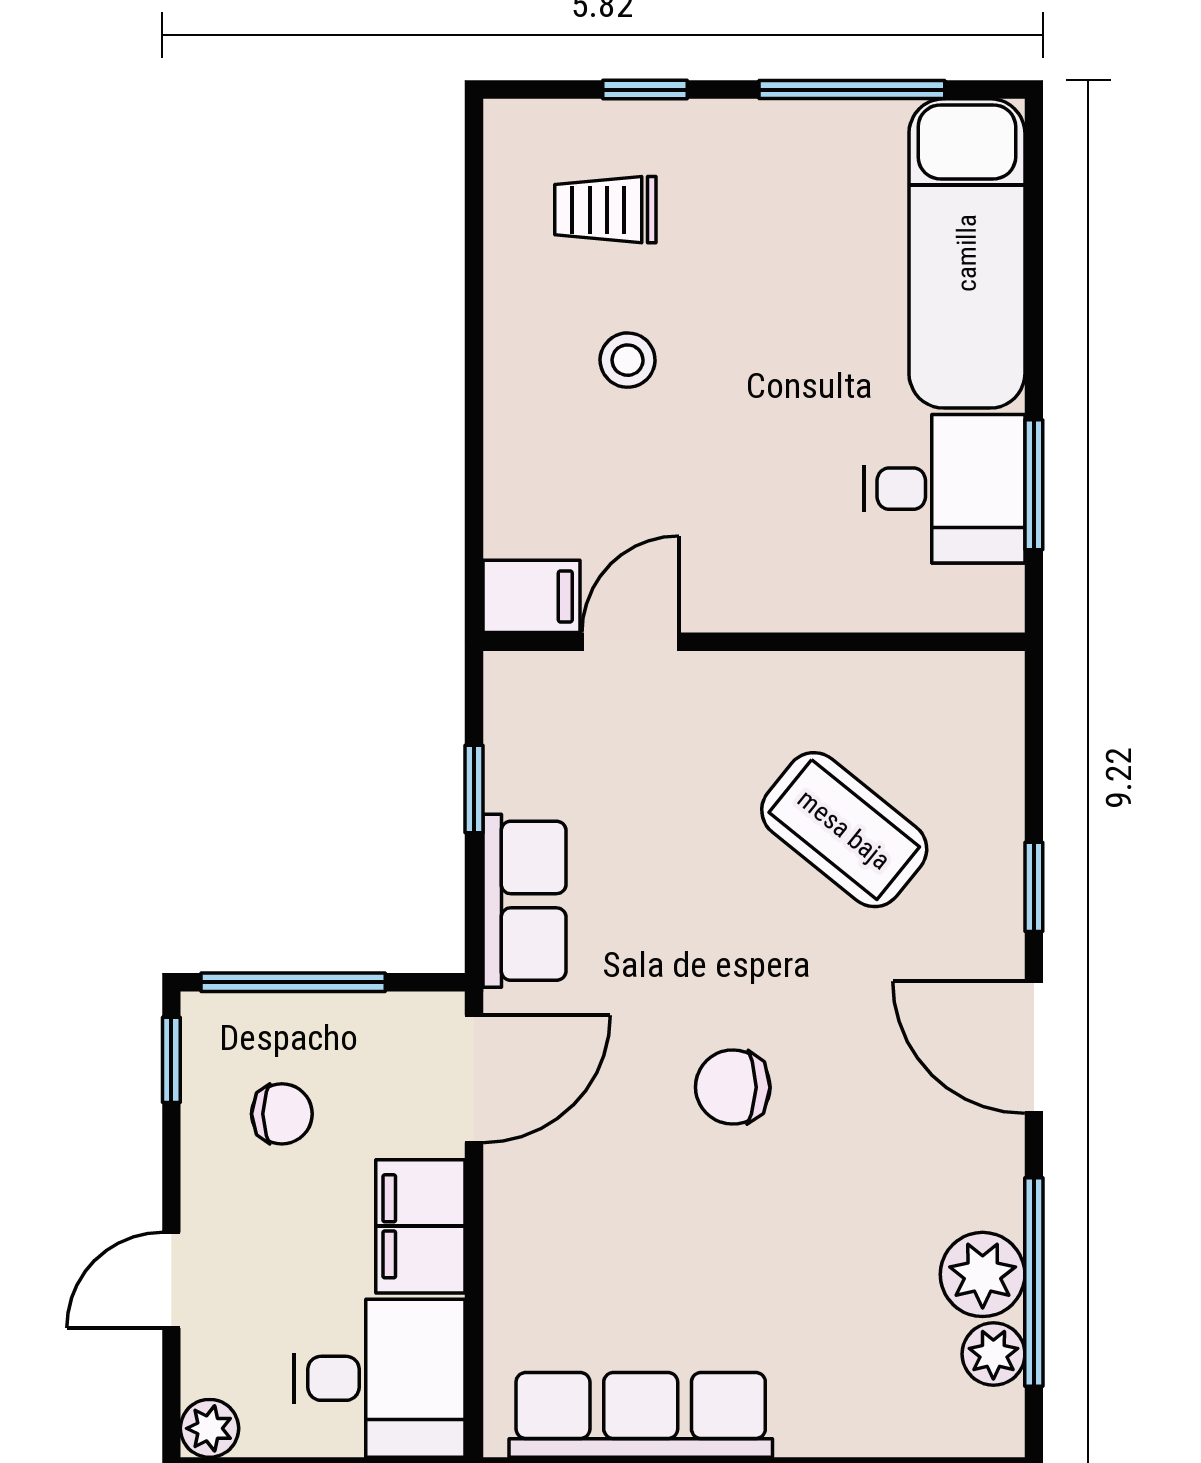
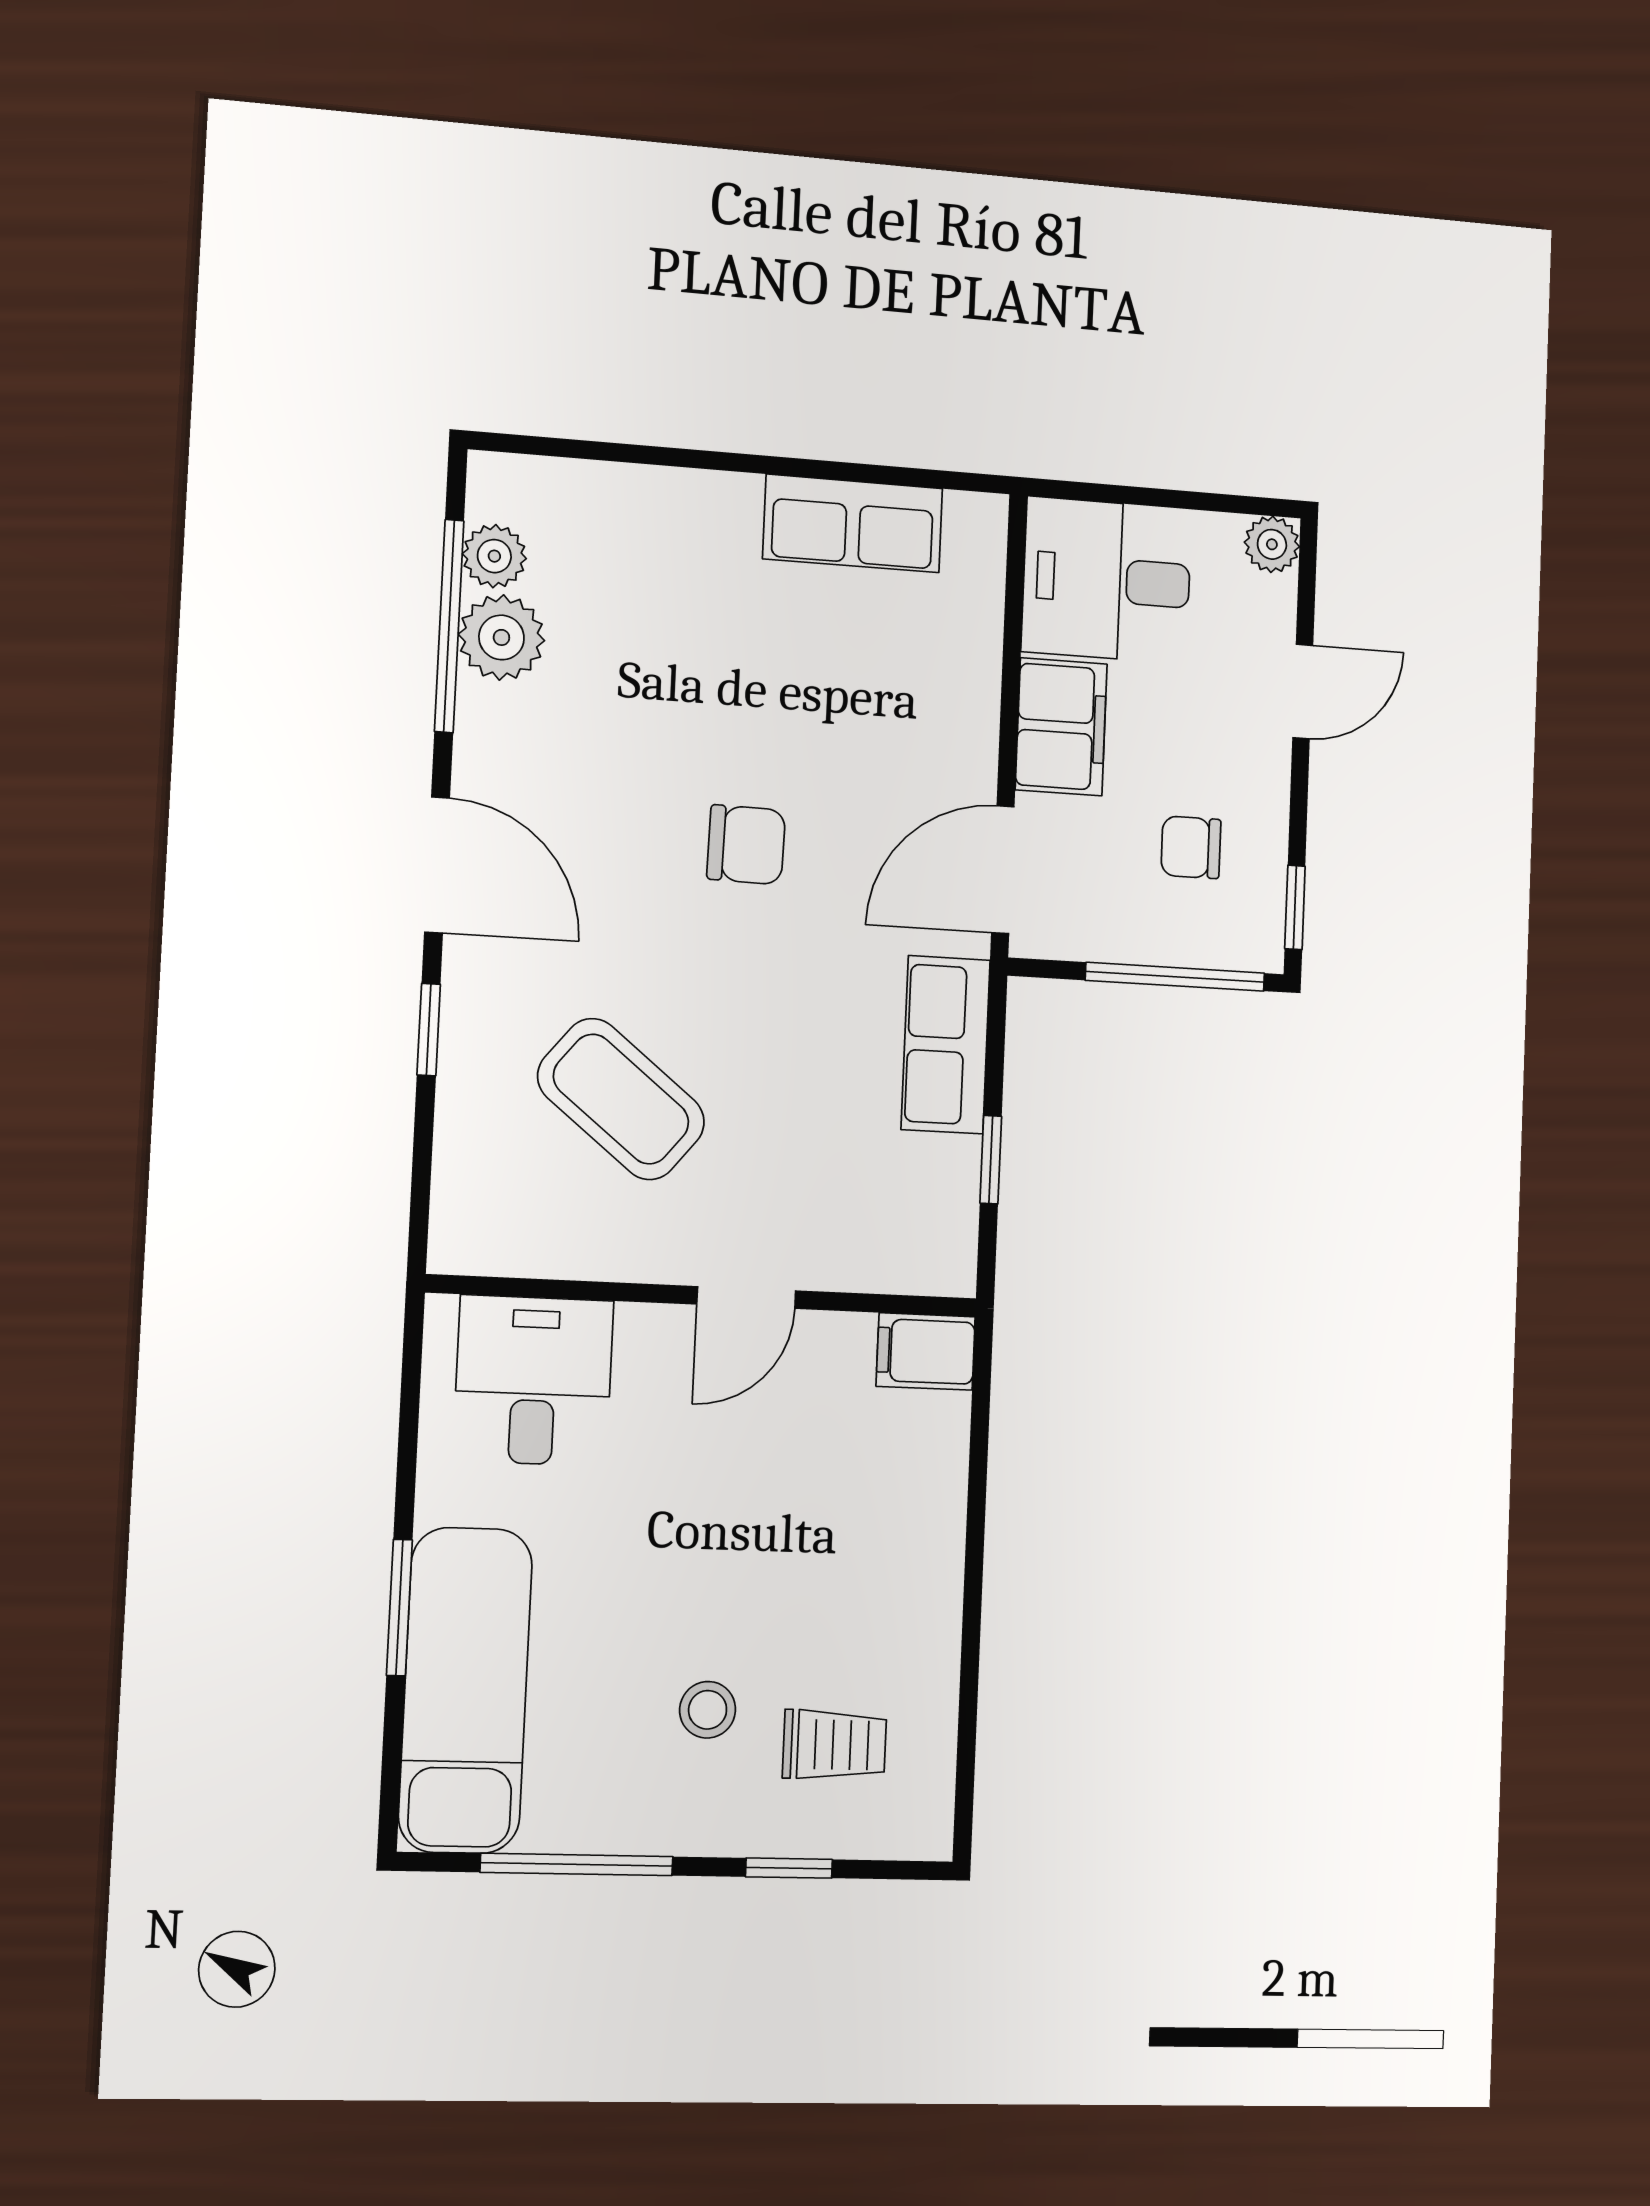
stool: (628, 360) -> (708, 1710), moved
window: (1034, 485) -> (399, 1608), moved
desk: (945, 489) -> (533, 1381), moved, turned 90
door: (631, 642) -> (746, 1298), moved
row of seats: (641, 1415) -> (853, 523), width x0.68

